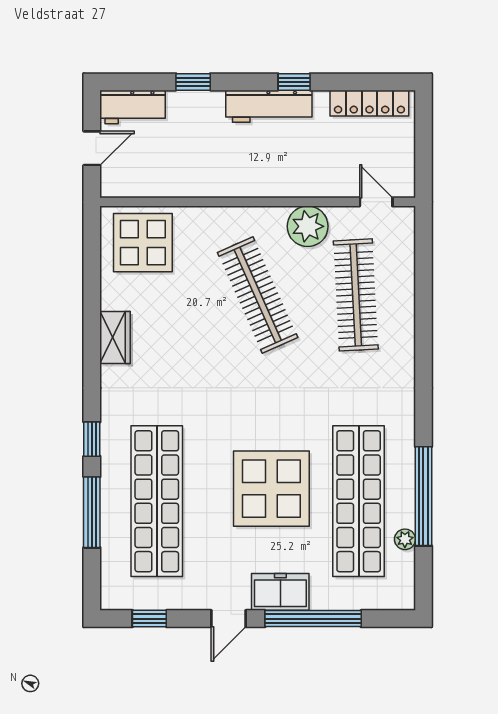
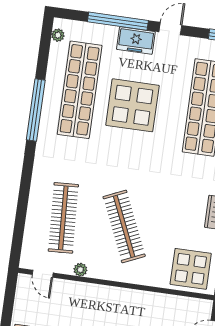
plant: (308, 226) -> (80, 270), width x0.53, depth x0.53
window: (423, 496) -> (36, 110), moved
plant: (405, 539) -> (58, 35), moved

